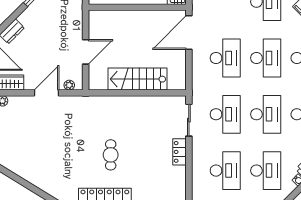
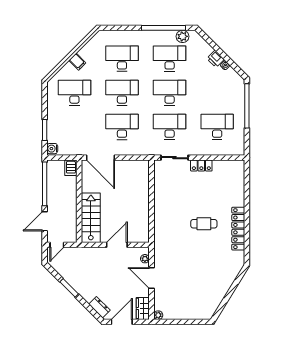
door: (86, 52) -> (117, 245), hinge flipped
stairs: (138, 79) -> (91, 218), moved, turned 180
desk: (266, 171) -> (217, 93), removed

